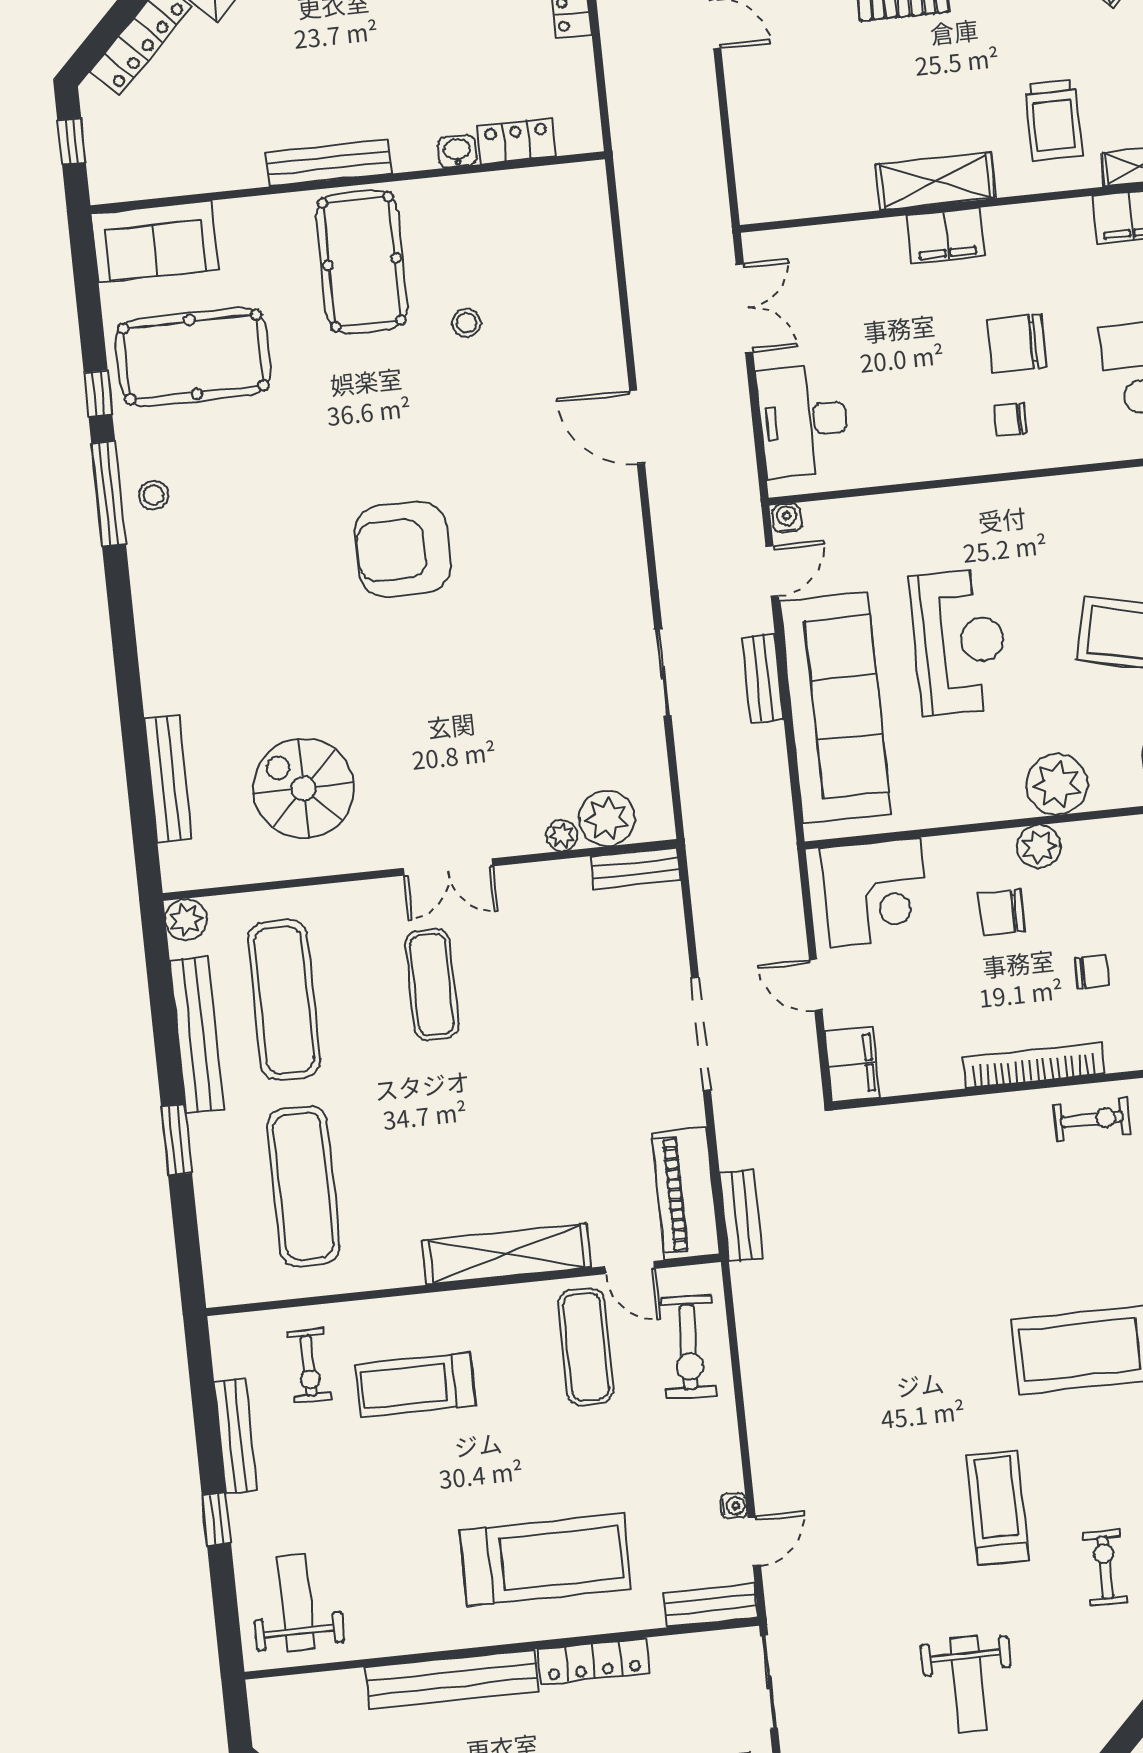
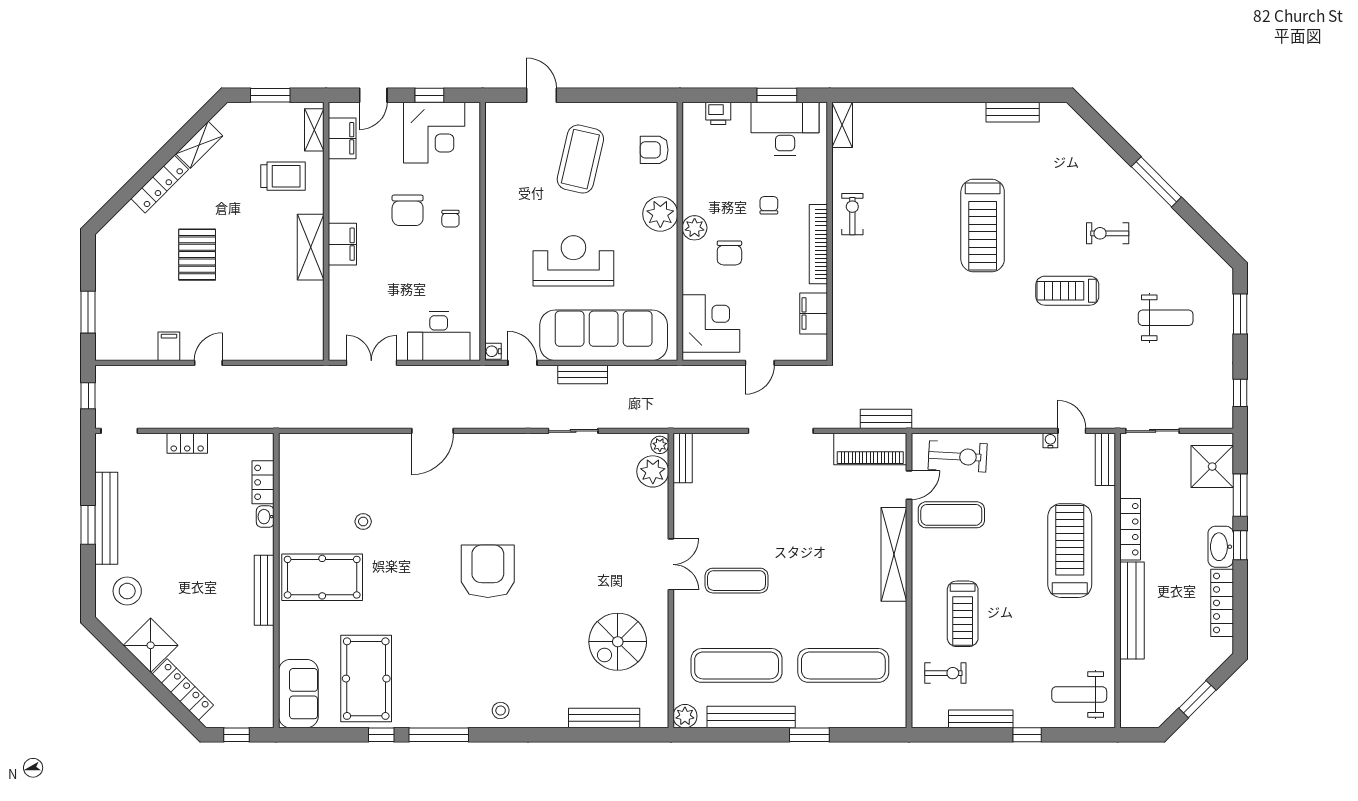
stool: (153, 495) -> (501, 711), moved
armchair: (403, 549) -> (488, 571), turned 180
plant: (562, 836) -> (660, 445), moved
filing cabinet: (852, 1064) -> (814, 314), moved, turned -90

